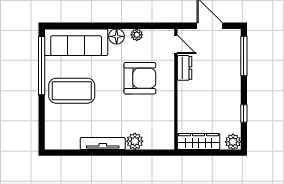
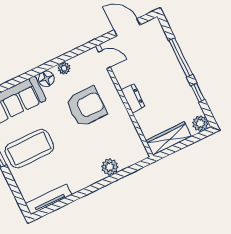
window: (244, 56) -> (181, 58), moved
dresser: (185, 68) -> (133, 98), moved
tv unit: (103, 144) -> (49, 199), moved

